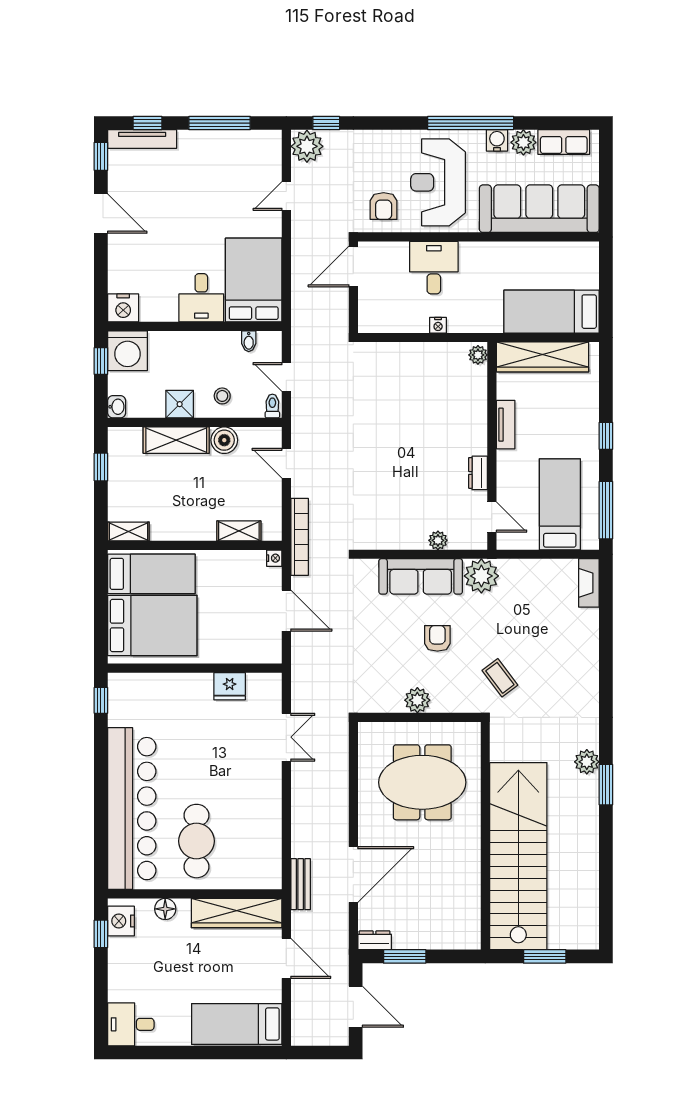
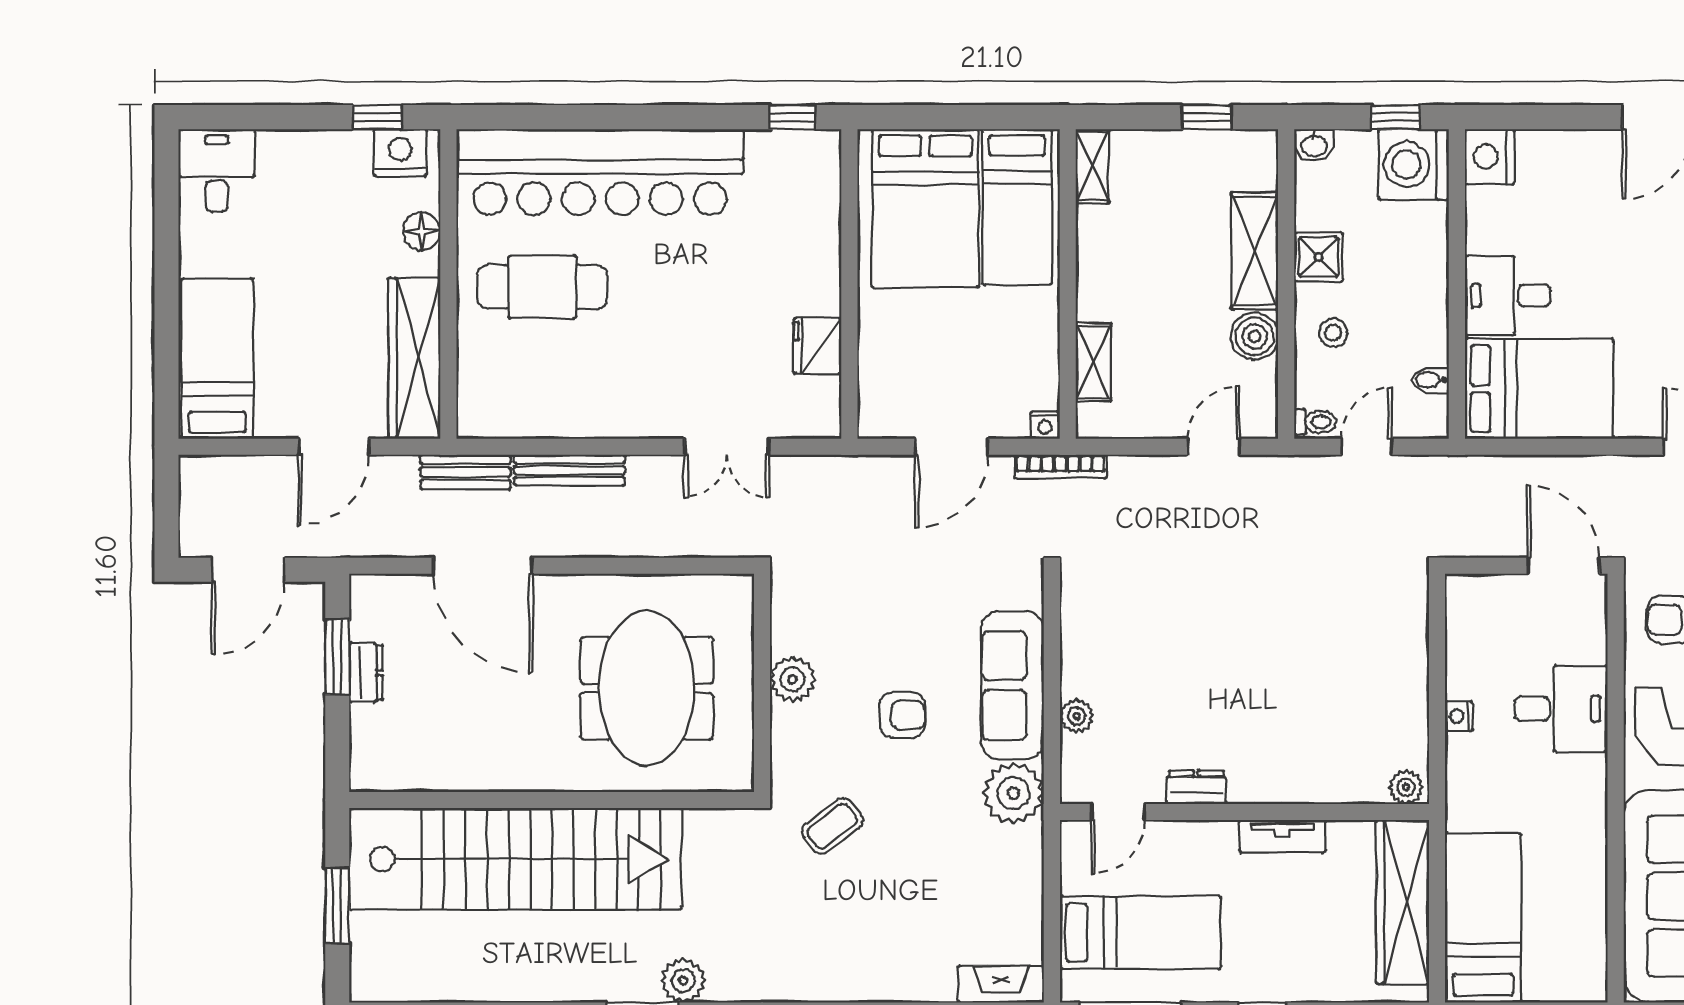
bookcase: (300, 537) -> (1060, 466), width x0.68, depth x0.76
bench: (300, 826) -> (570, 470), added
dresser: (375, 940) -> (366, 673), moved

